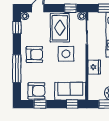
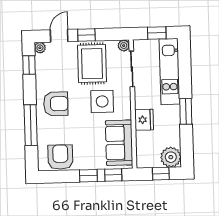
window: (70, 8) -> (86, 35), moved
armchair: (36, 91) -> (60, 157), turned -90
sofa: (70, 91) -> (119, 143), moved, turned -90
window: (40, 104) -> (88, 176), moved

